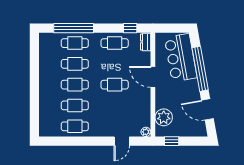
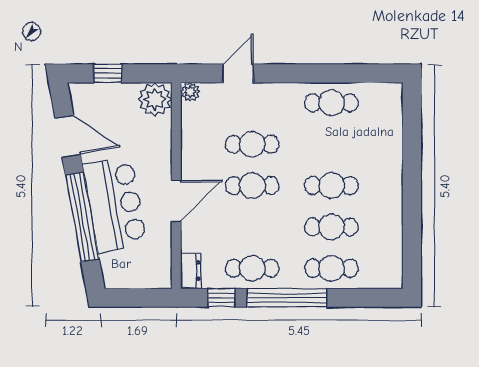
window: (74, 28) -> (287, 298), moved
bar counter: (181, 58) -> (115, 205), moved
door: (153, 77) -> (176, 201), hinge flipped
cafe table: (75, 105) -> (252, 144), moved
plant: (164, 117) -> (155, 99), moved
window: (172, 141) -> (108, 73), moved

